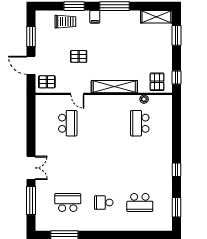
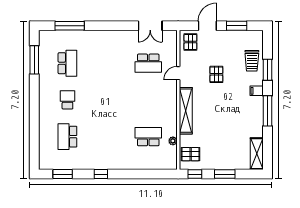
window: (177, 35) -> (225, 174), moved
double door: (31, 168) -> (150, 26), moved

